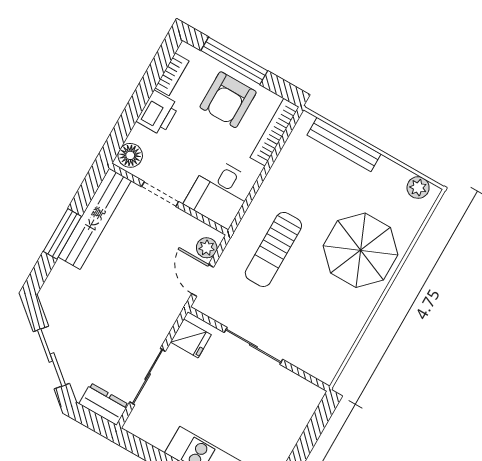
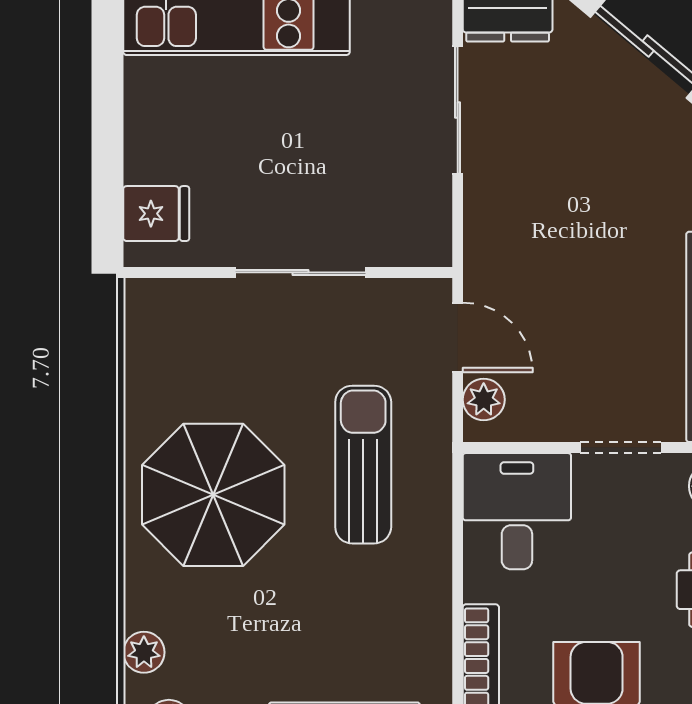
plant: (412, 223) -> (144, 652), added
parasol: (360, 250) -> (213, 495), moved
fridge: (191, 338) -> (156, 214), moved, turned 180

